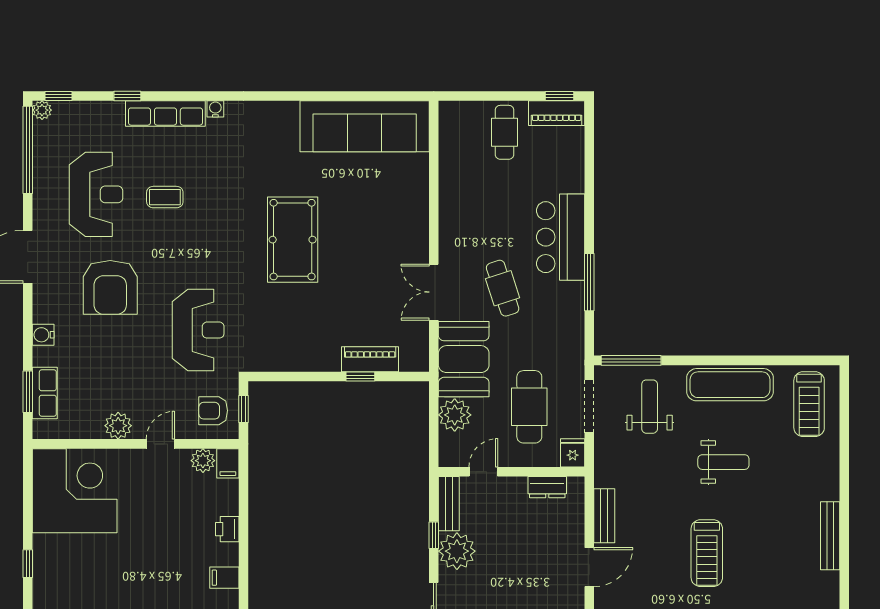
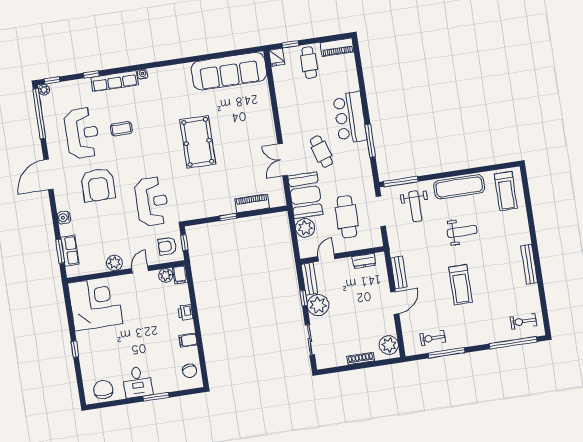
window: (559, 96) -> (290, 44), moved
window: (360, 377) -> (228, 217), moved
weight bench: (650, 407) -> (415, 206), turned 180
fridge: (573, 453) -> (277, 57), moved, turned 180

